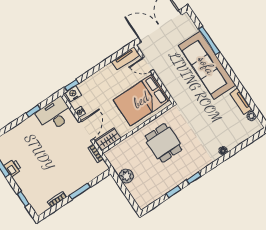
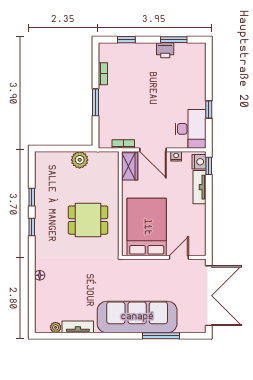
tv unit: (126, 58) -> (200, 187), moved

